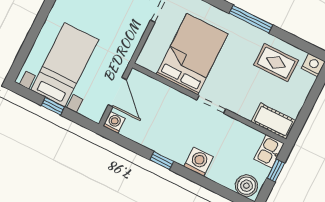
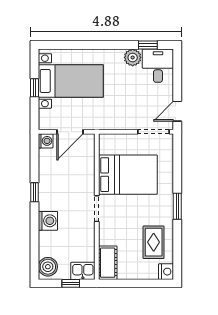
window: (251, 19) -> (177, 206), width x0.69

